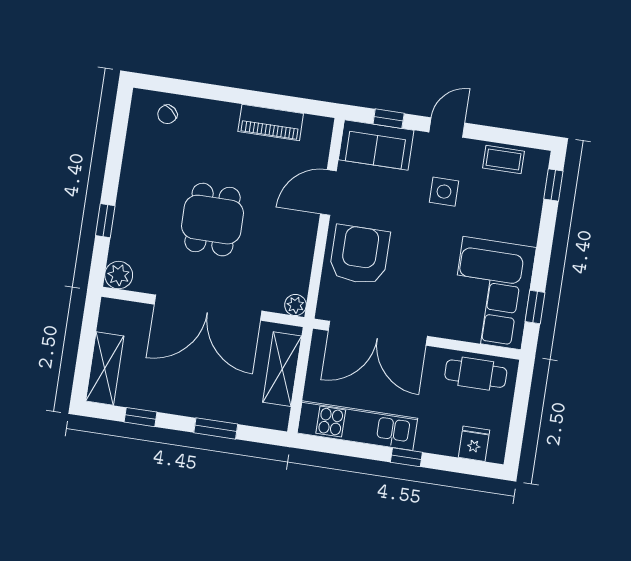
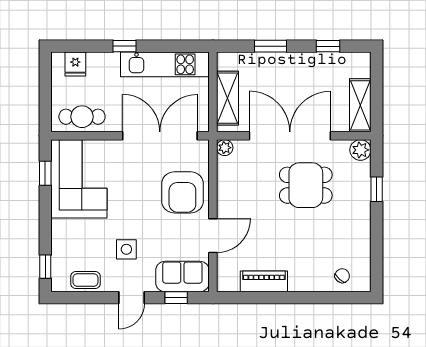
dining table: (212, 220) -> (306, 185), moved, turned 90
shelving: (105, 368) -> (360, 105), moved

